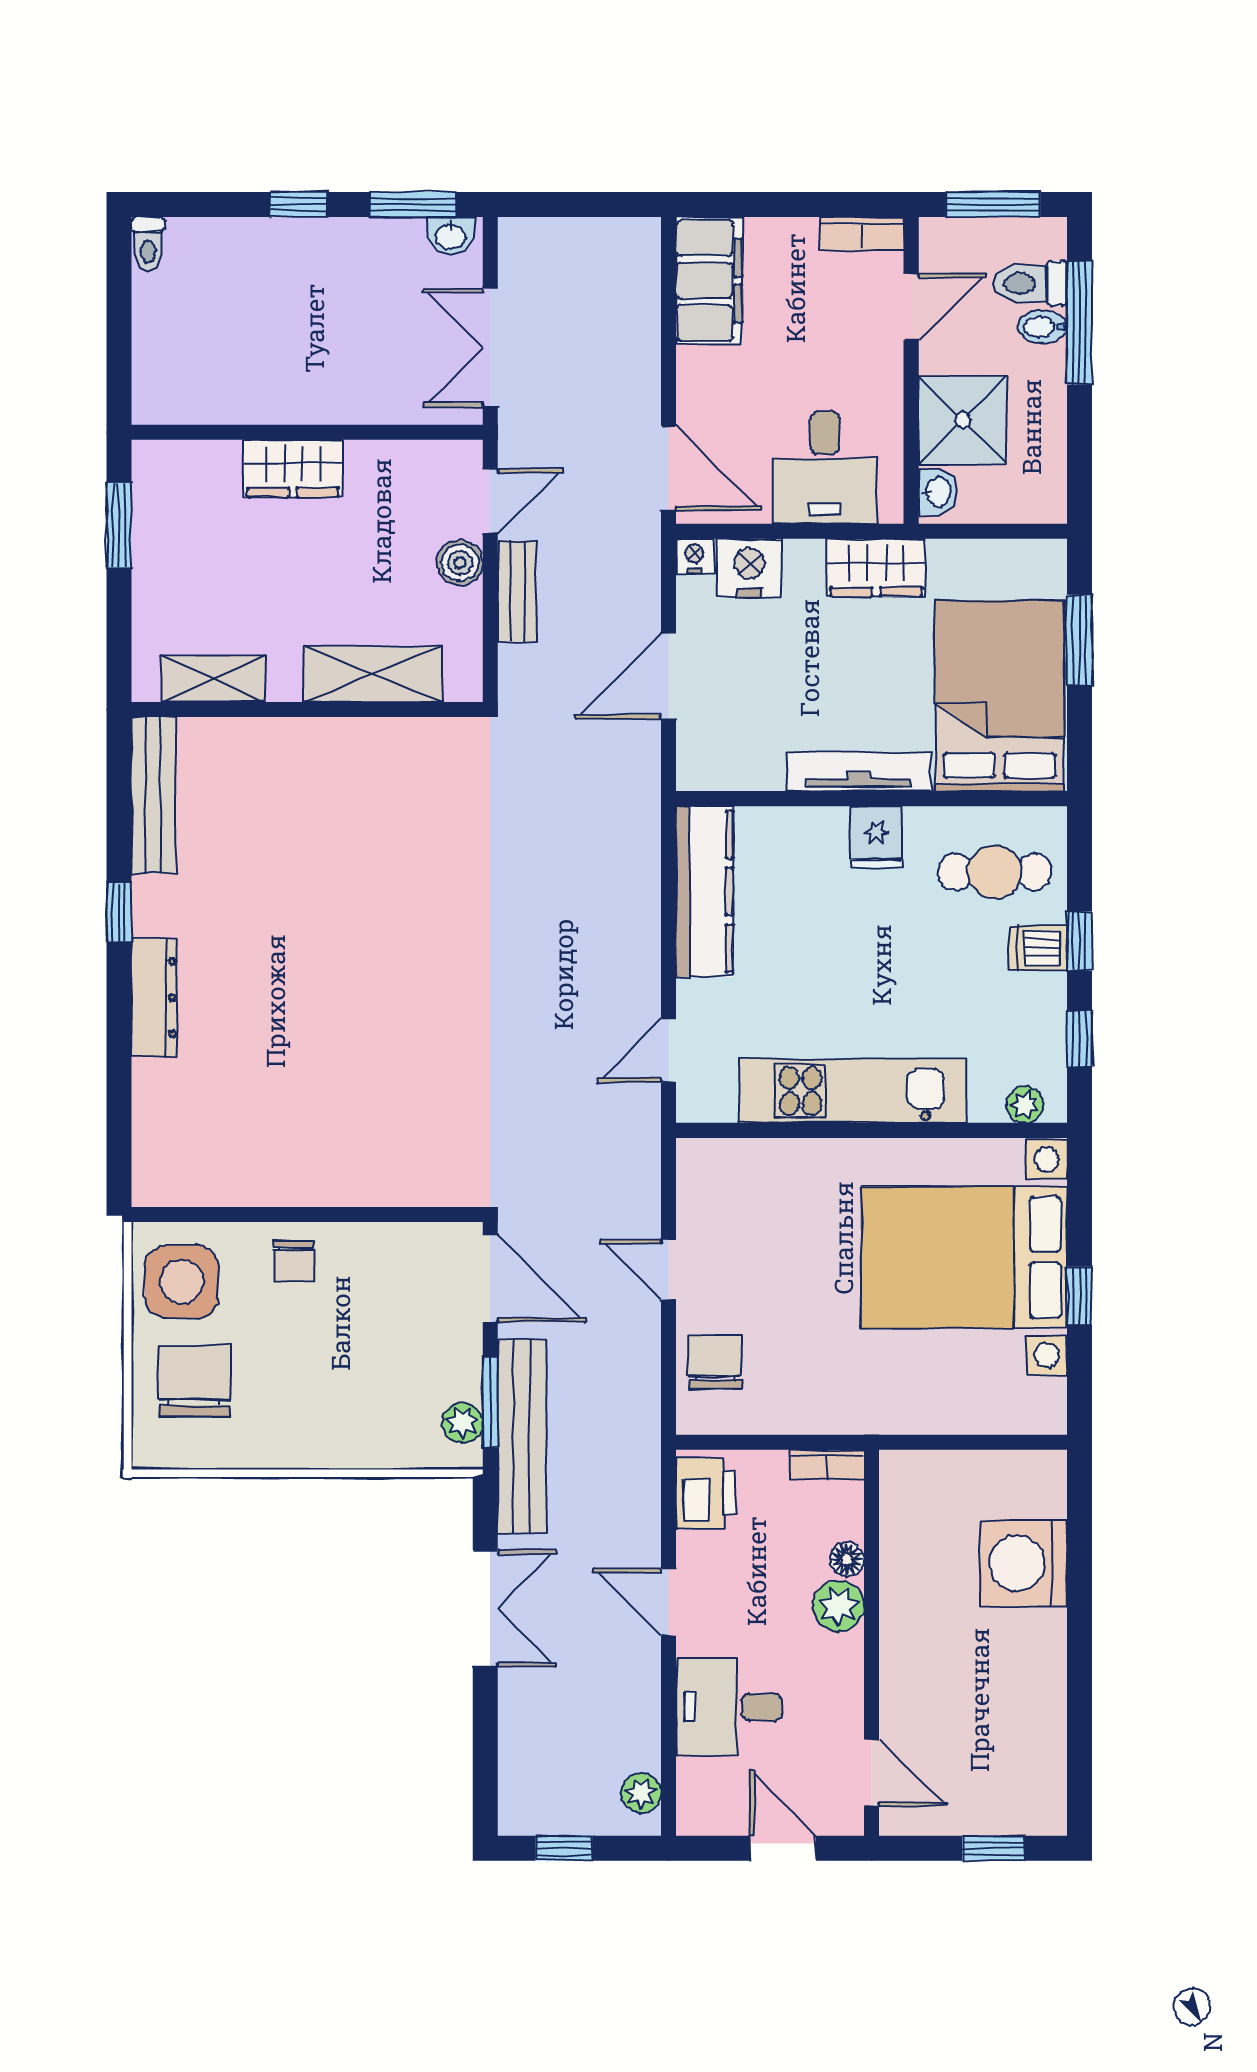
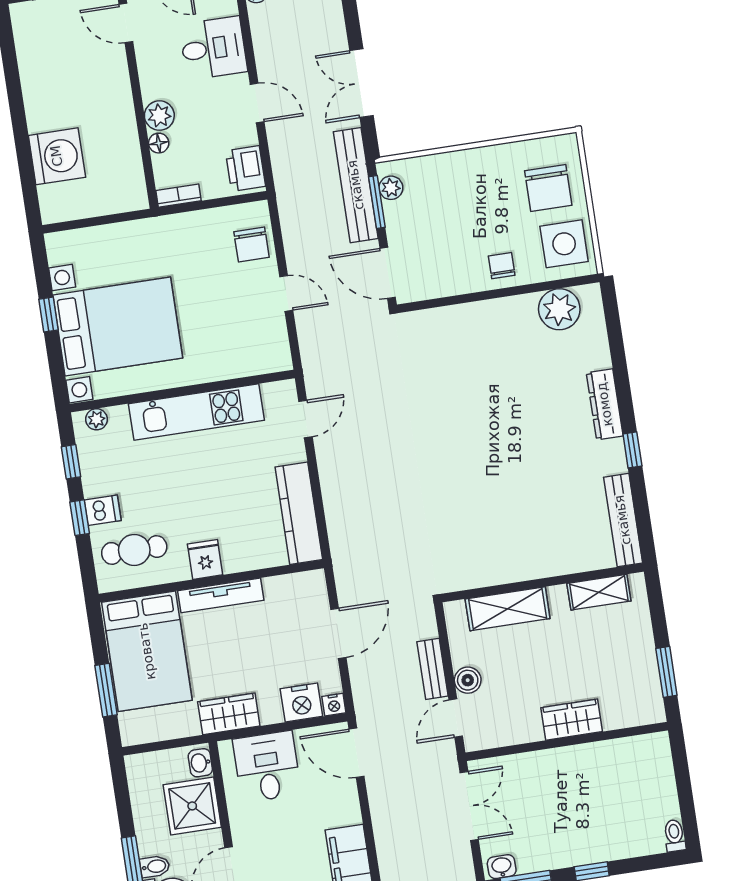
plant: (207, 1172) -> (559, 309), added

